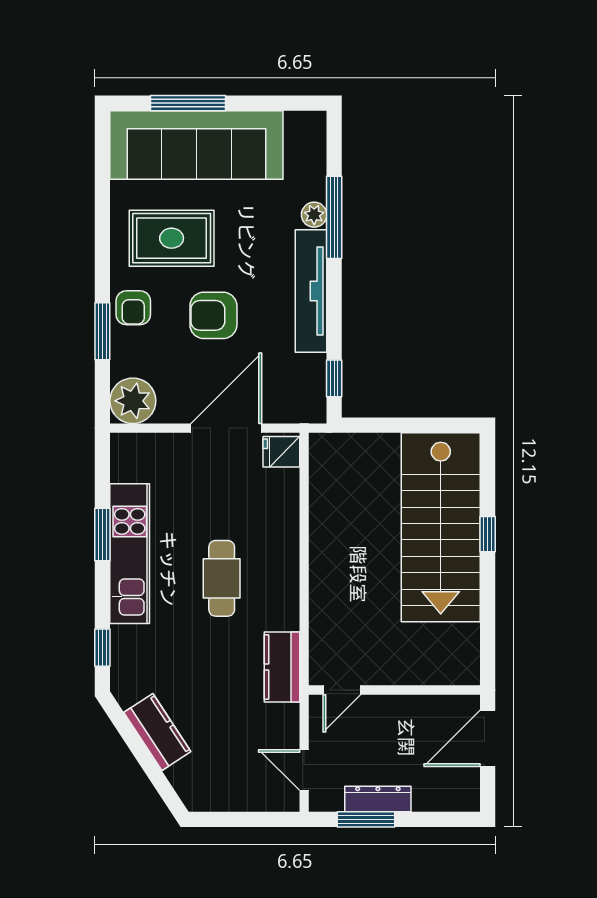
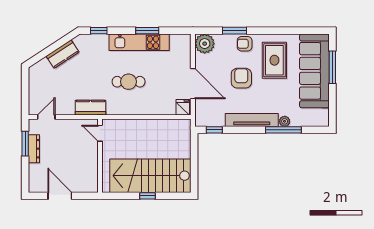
door: (342, 690) -> (100, 133), moved
wall: (394, 690) -> (100, 156), moved

